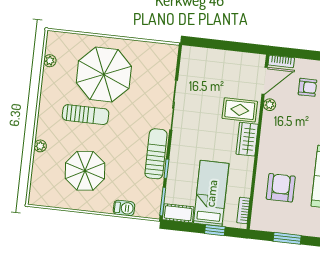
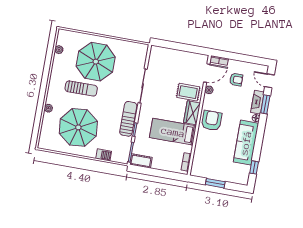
parasol: (85, 171) -> (78, 127), width x1.36, depth x1.36
armchair: (281, 188) -> (212, 121), moved
bed: (211, 193) -> (173, 132), moved, turned -90
window: (215, 230) -> (166, 174), removed

